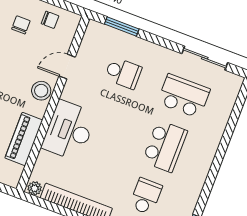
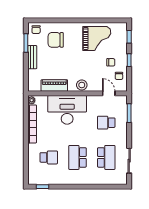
door: (67, 67) -> (109, 93), moved
school desk: (123, 73) -> (106, 123), turned 90
desk: (69, 131) -> (67, 110), width x1.36, depth x1.30
school desk: (165, 146) -> (77, 157), turned 90

